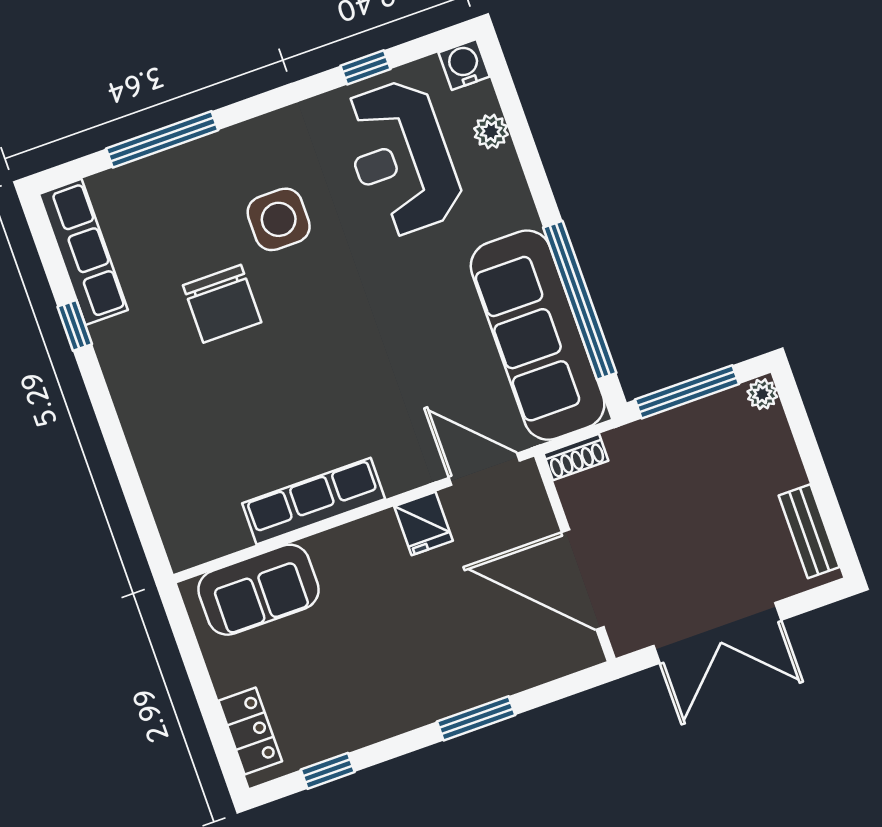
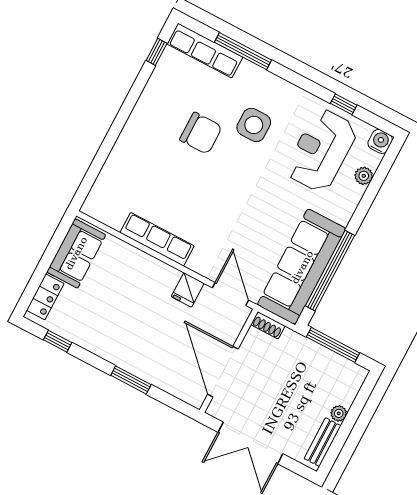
row of seats: (83, 252) -> (205, 51), moved, turned 90
chair: (222, 304) -> (201, 133), turned -90
window: (75, 325) -> (157, 52), moved
plant: (762, 394) -> (339, 413), moved
sofa: (258, 590) -> (76, 253), moved, turned -90

